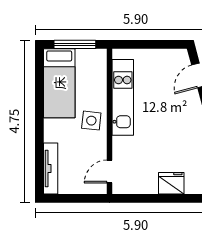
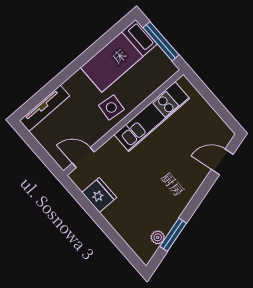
fridge: (171, 183) -> (99, 195), moved

